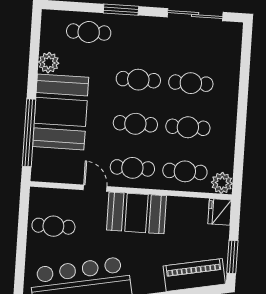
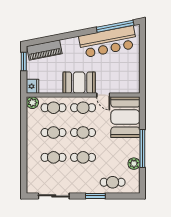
booth: (61, 112) -> (125, 117), moved
window: (29, 133) -> (142, 149), moved
cafe table: (53, 226) -> (125, 72), removed

